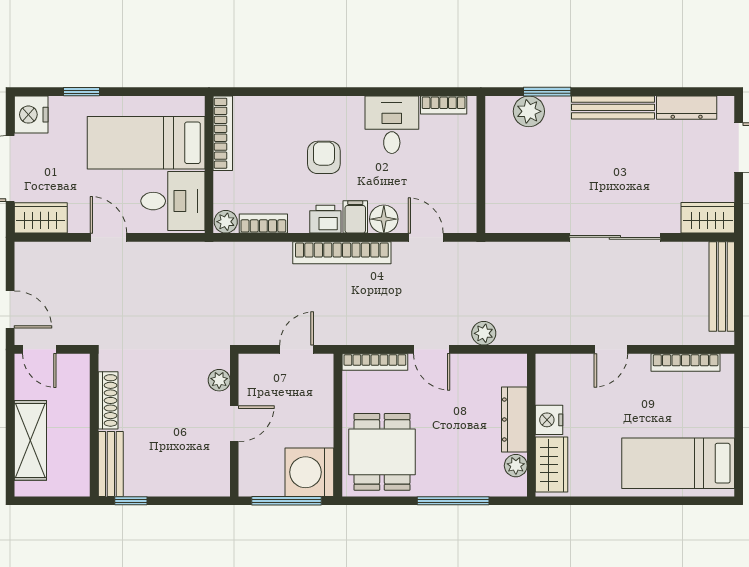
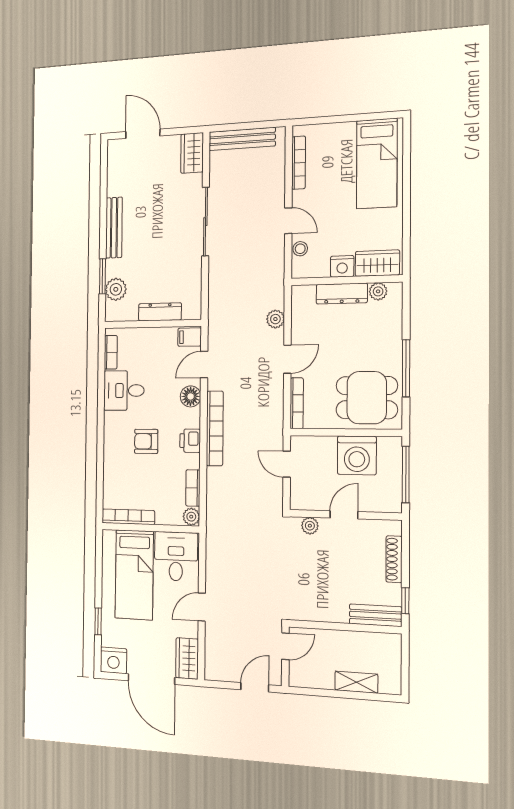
dresser: (687, 108) -> (160, 312), moved, turned -90
filing cabinet: (355, 217) -> (190, 337), moved
door: (39, 349) -> (285, 646), moved
stool: (574, 365) -> (300, 249), added
shoe rack: (108, 400) -> (394, 559), moved, turned -90
door: (234, 424) -> (344, 515), hinge flipped
shelving: (30, 440) -> (356, 682), width x0.67, depth x0.75
washing machine: (309, 472) -> (357, 455), moved
window: (453, 501) -> (406, 368), moved

